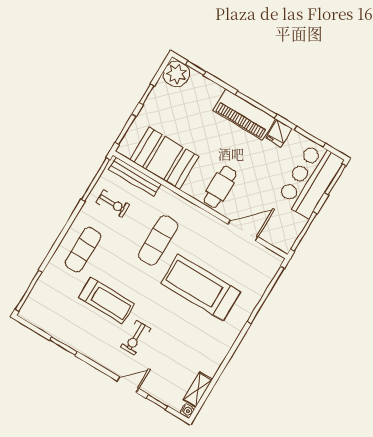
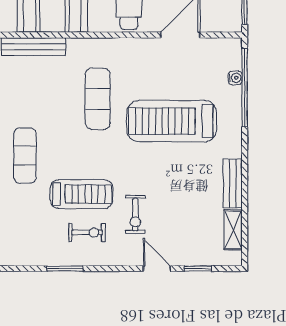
exercise bike: (113, 204) -> (87, 233), moved
bench: (217, 357) -> (233, 183), added
door: (128, 385) -> (157, 269), hinge flipped
water cooler: (187, 411) -> (235, 78), moved

